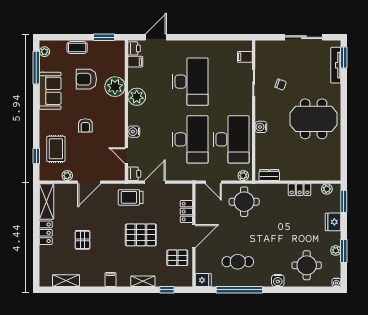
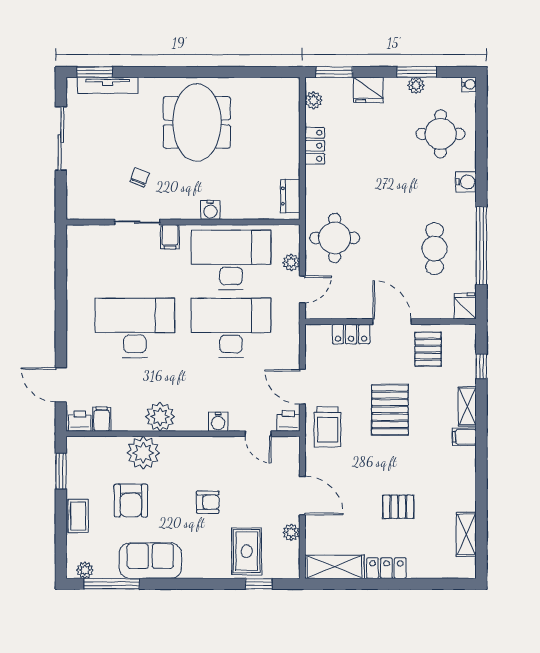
filing cabinet: (245, 57) -> (170, 237), moved
rug: (56, 149) -> (247, 551), turned 90
door: (126, 156) -> (258, 434), hinge flipped
plant: (243, 176) -> (291, 263), moved
filing cabinet: (110, 280) -> (464, 437), moved

